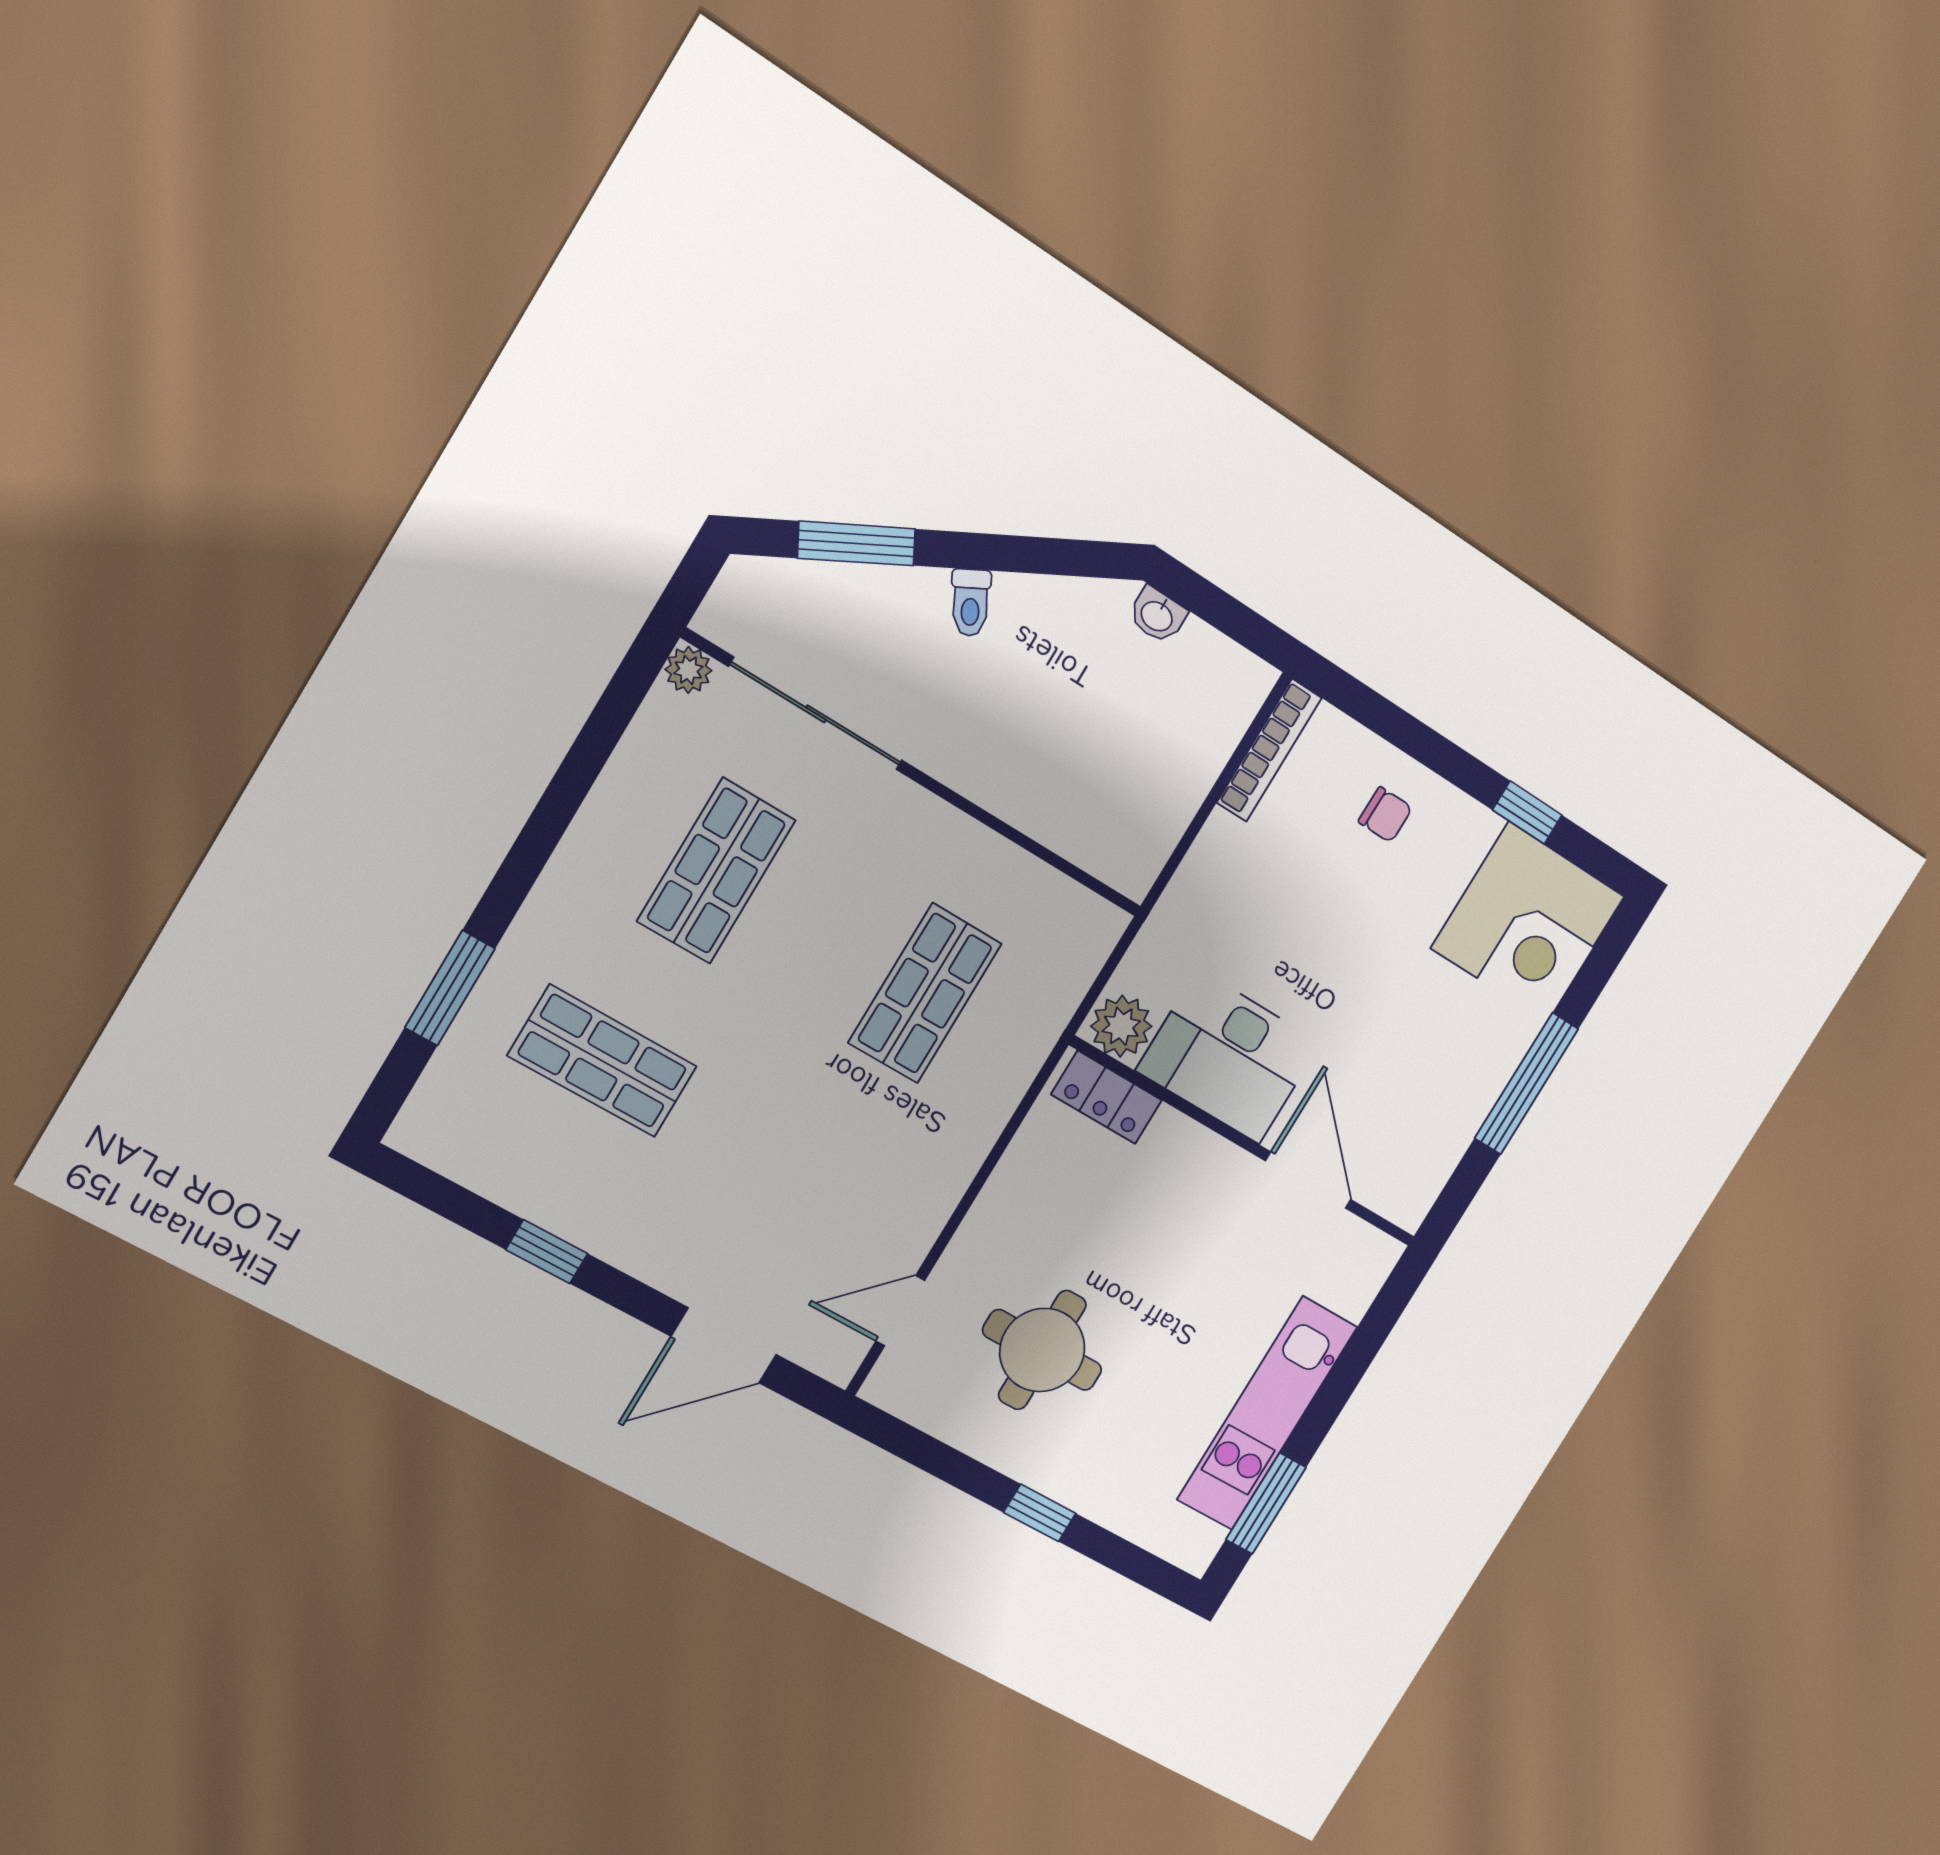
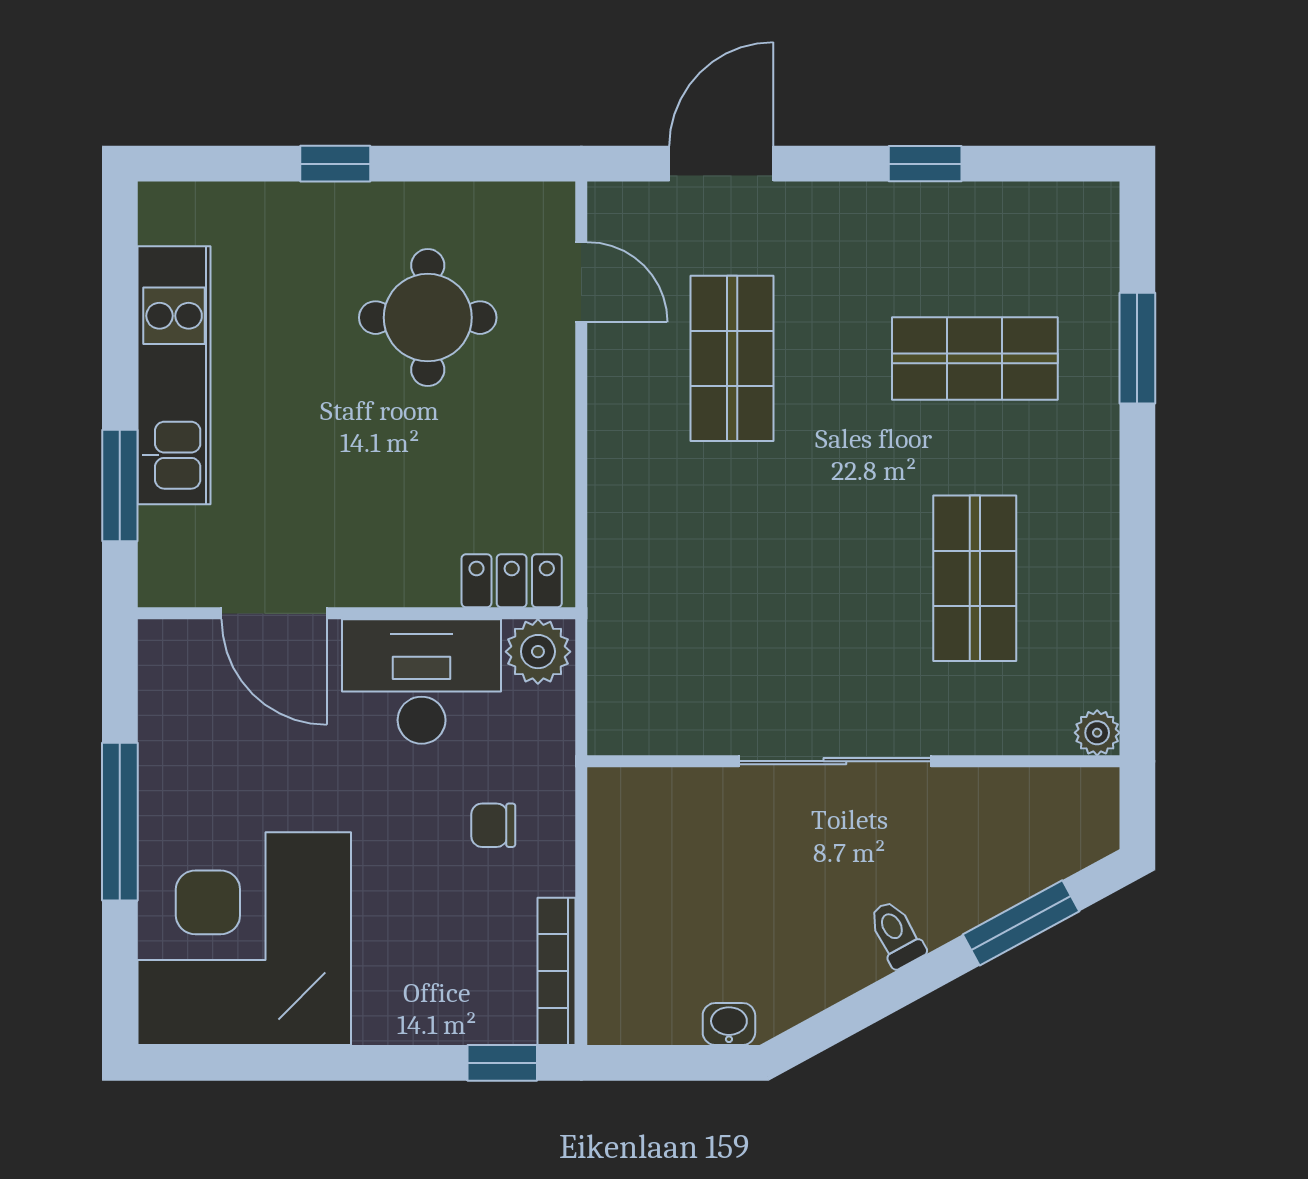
sliding door: (816, 714) -> (835, 761), moved
window: (1527, 812) -> (502, 1063), moved
chair: (1385, 815) -> (493, 825), moved
corner desk: (1528, 922) -> (244, 939), width x1.36, depth x1.36
shop shelf: (925, 993) -> (732, 358), moved
door: (900, 1311) -> (581, 282), hinge flipped
window: (1266, 1503) -> (120, 486), moved

